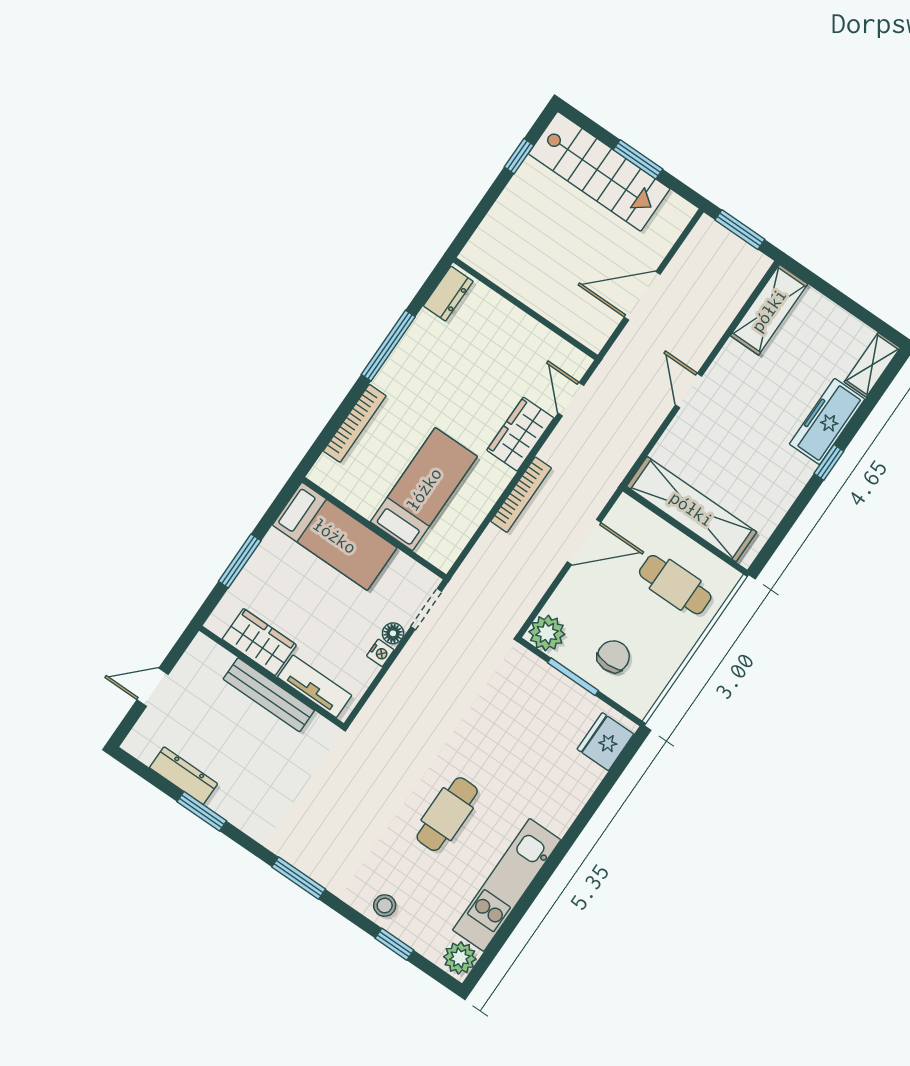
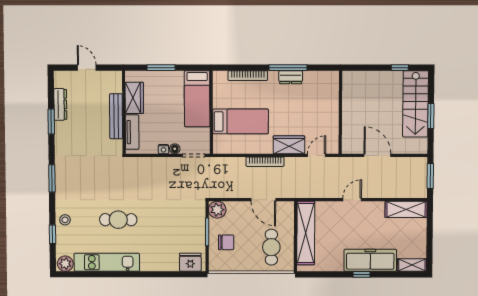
dresser: (448, 294) -> (291, 77), moved
freezer: (827, 422) -> (370, 260), width x1.36, depth x1.26

